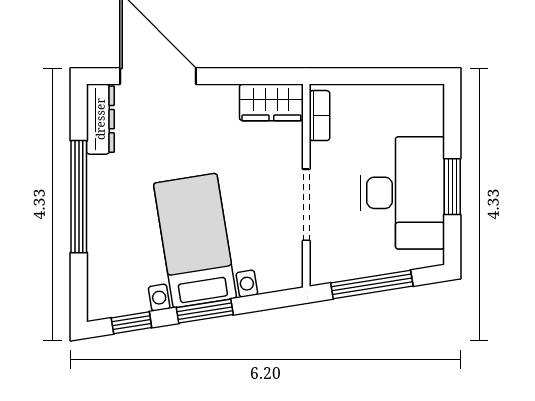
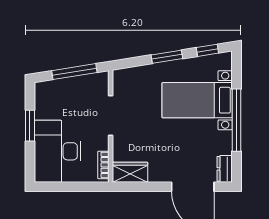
dresser: (100, 119) -> (225, 169), width x0.70
desk: (402, 193) -> (58, 151), moved
bed with nightstands: (195, 241) -> (197, 100), moved, turned 99

